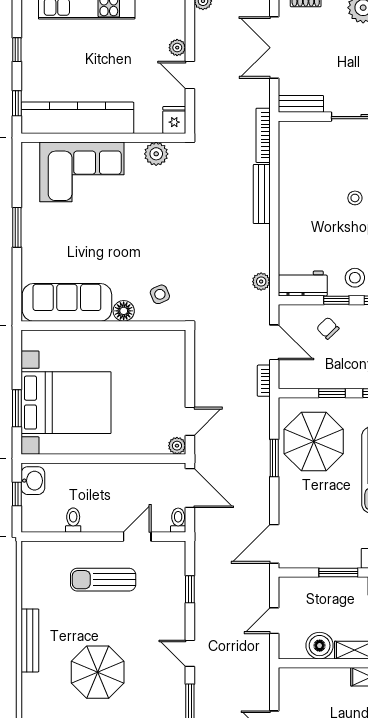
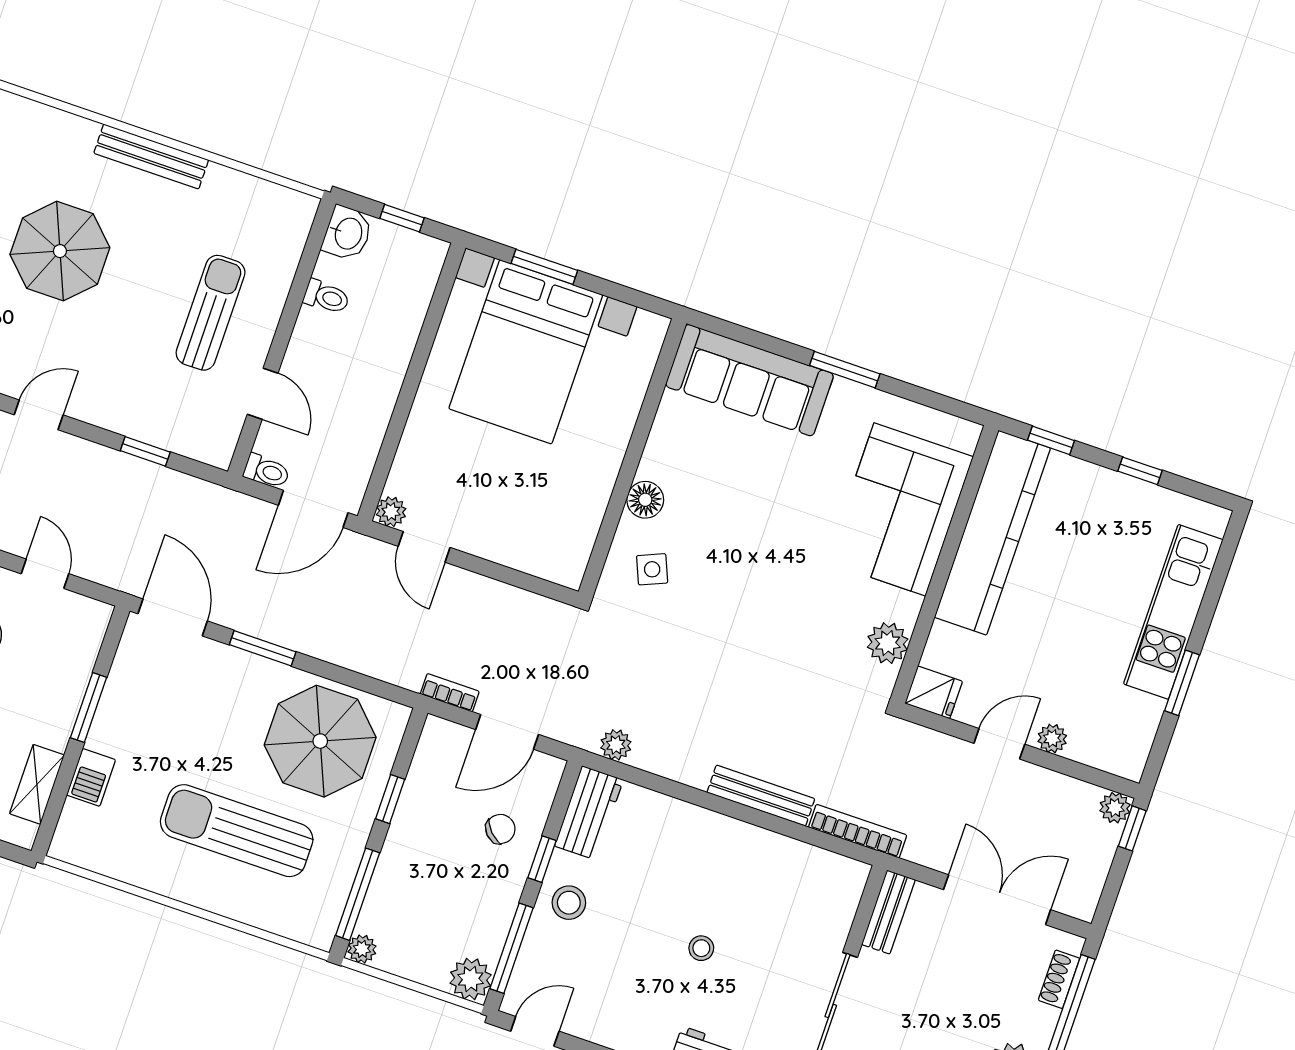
sofa: (67, 302) -> (750, 380), moved, turned 90
window: (274, 458) -> (263, 648), moved
washbasin: (33, 481) -> (347, 233), moved, turned -90

